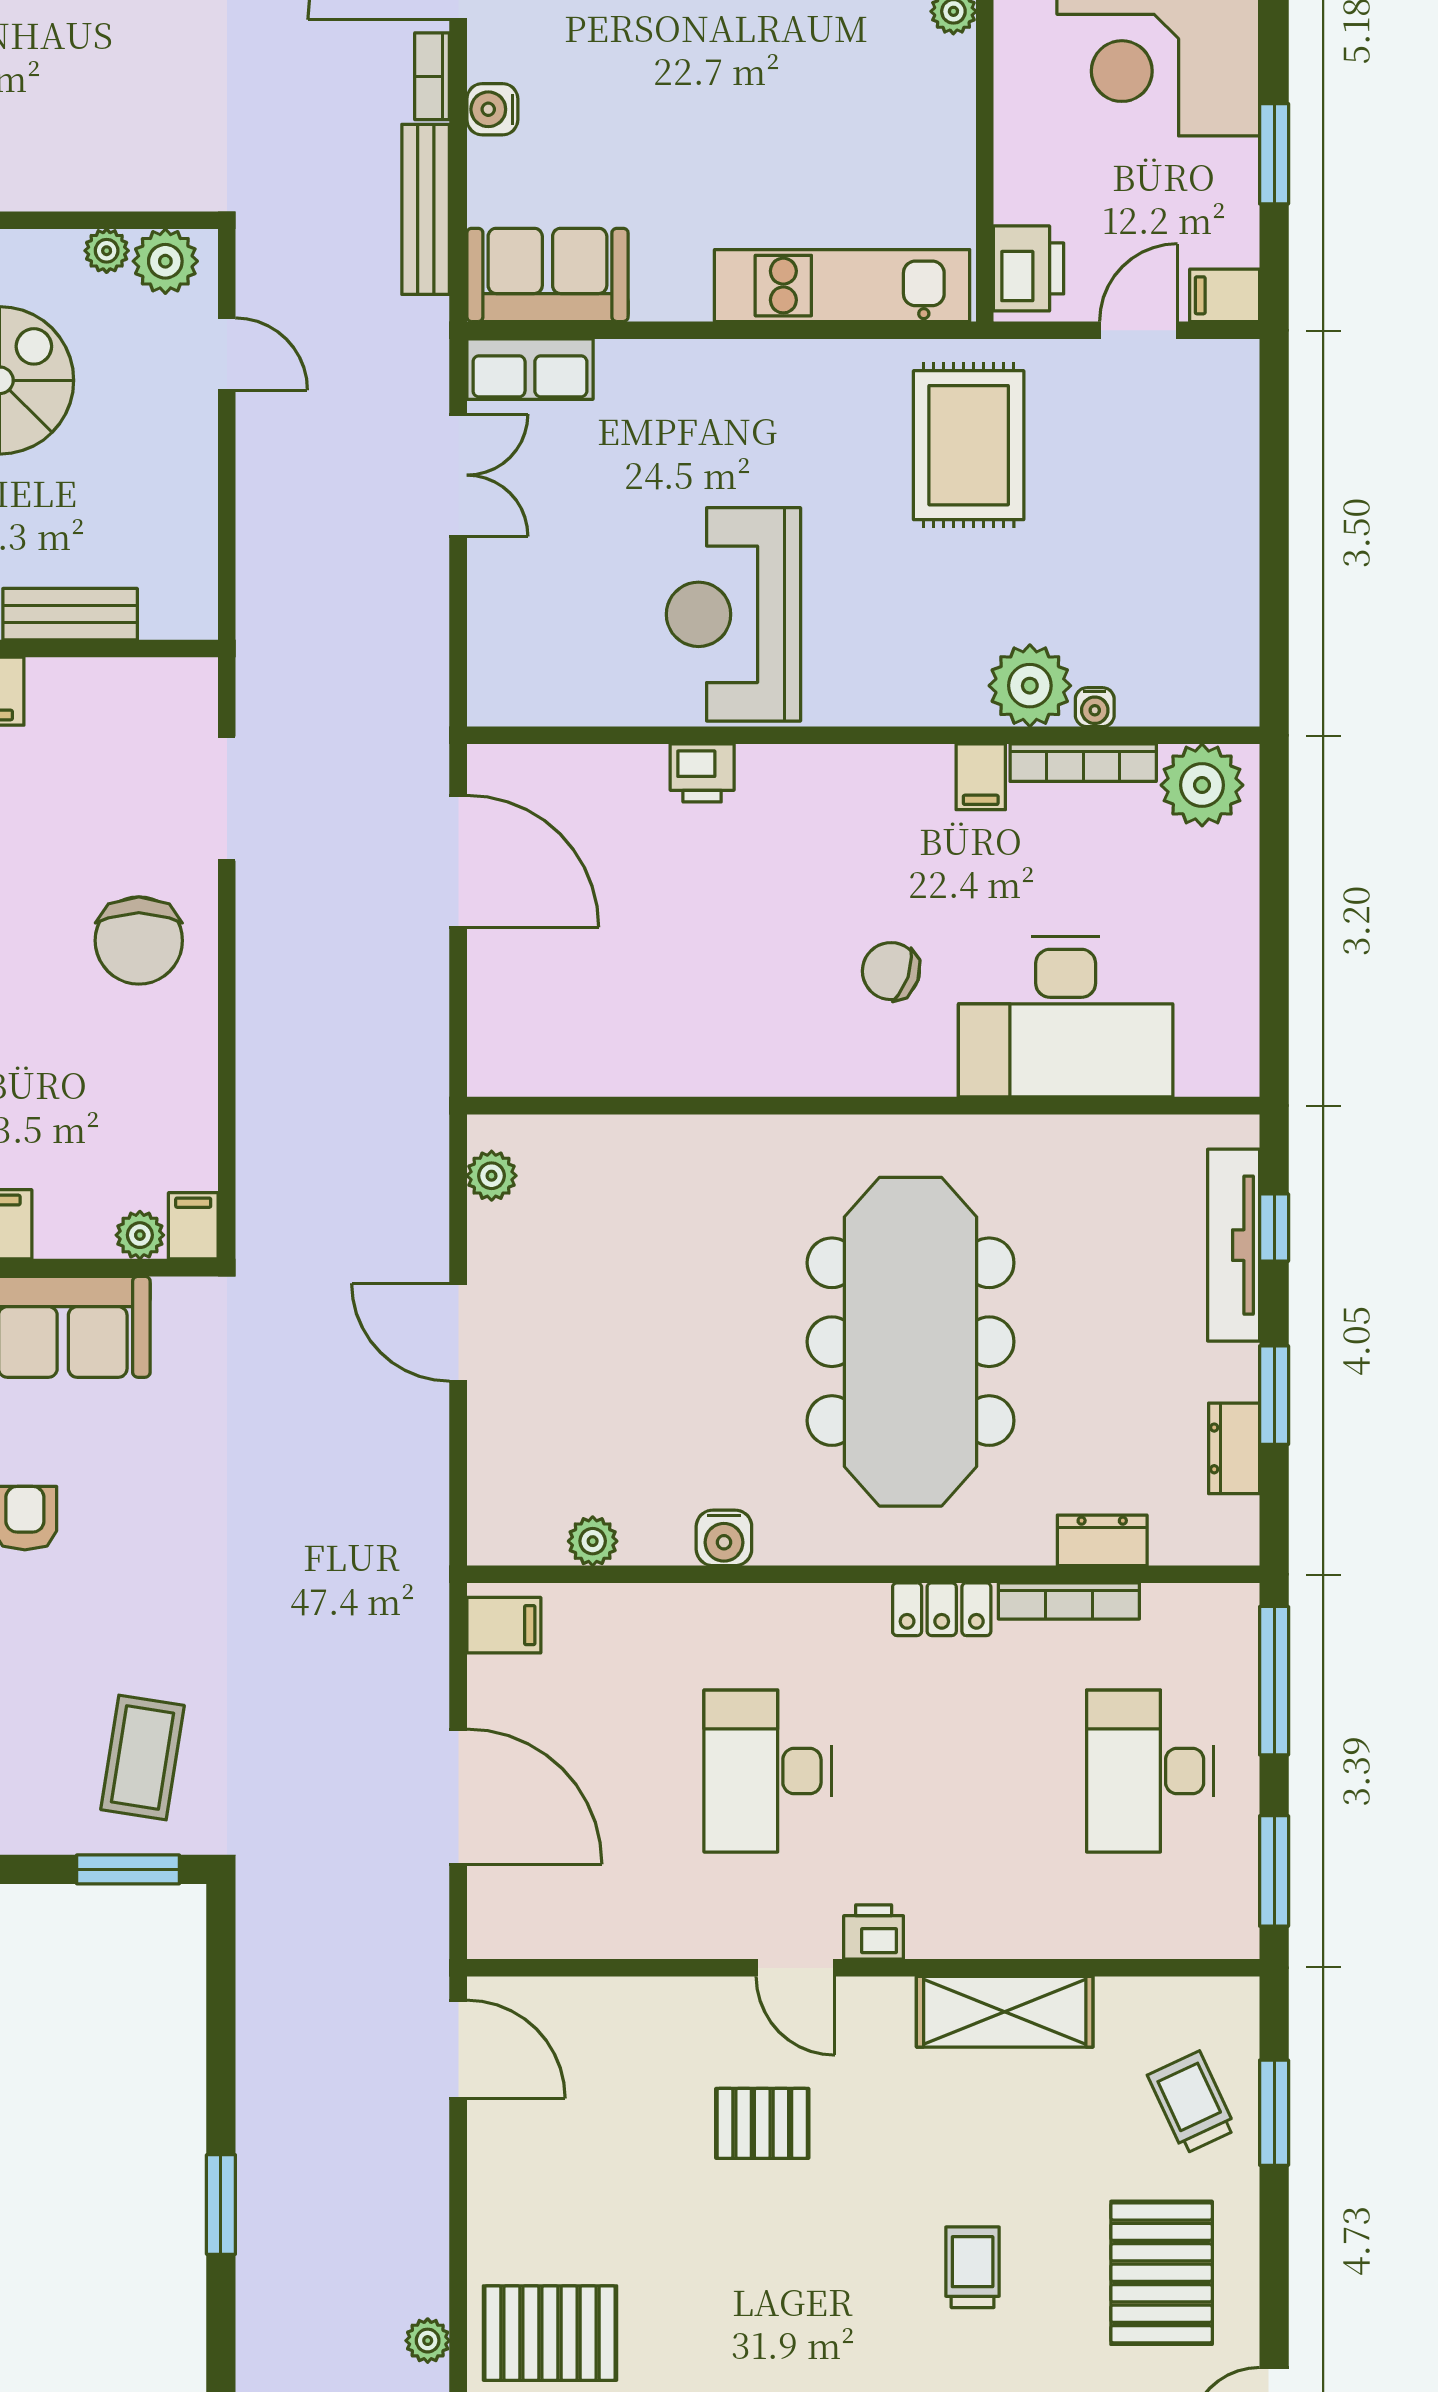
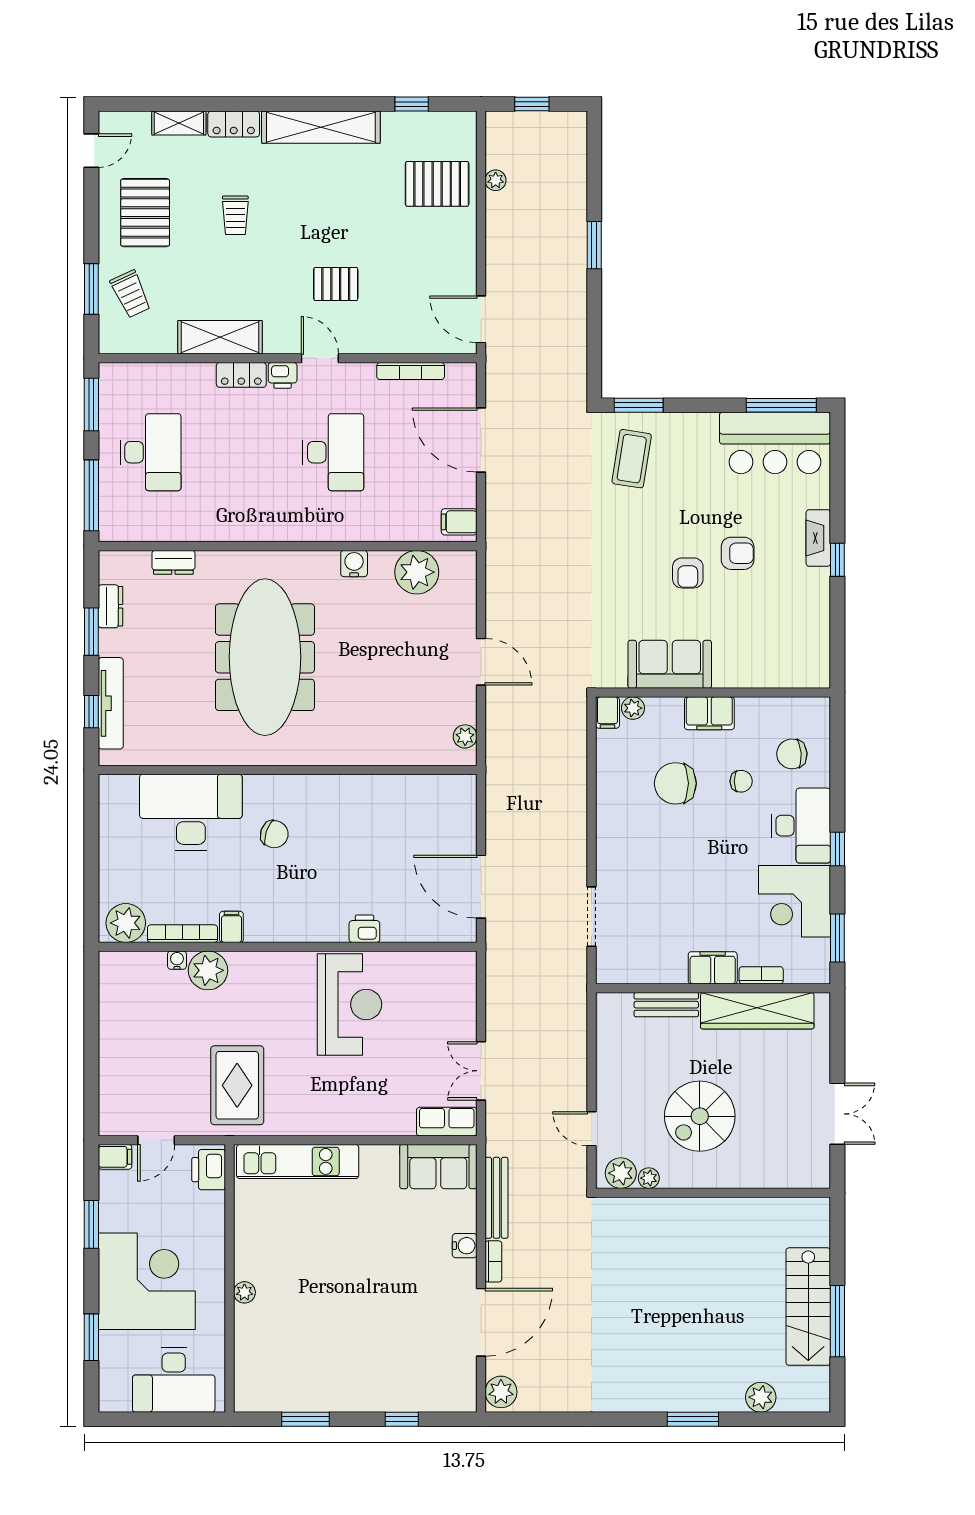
chair: (139, 941) -> (675, 783), moved, turned -90
plant: (593, 1541) -> (417, 572), width x1.87, depth x1.87
bookcase: (1069, 1601) -> (411, 371), moved, turned 180
locker: (942, 1609) -> (241, 375), moved, turned 180

